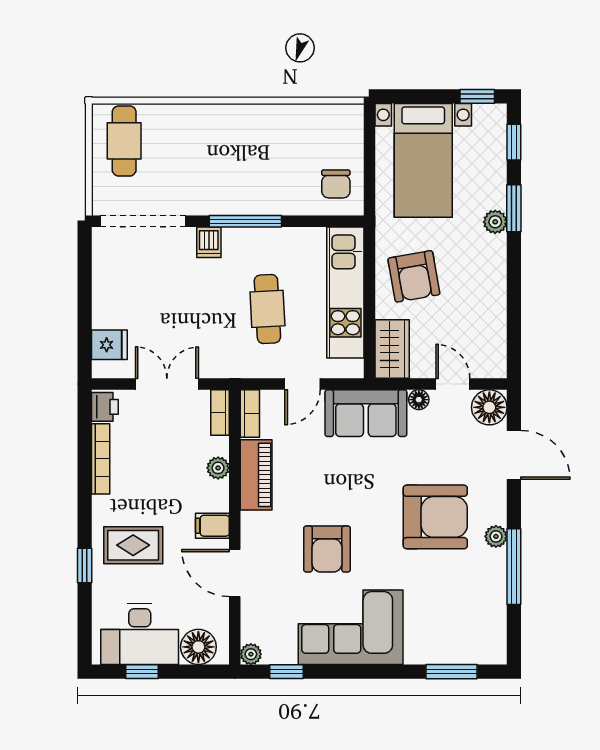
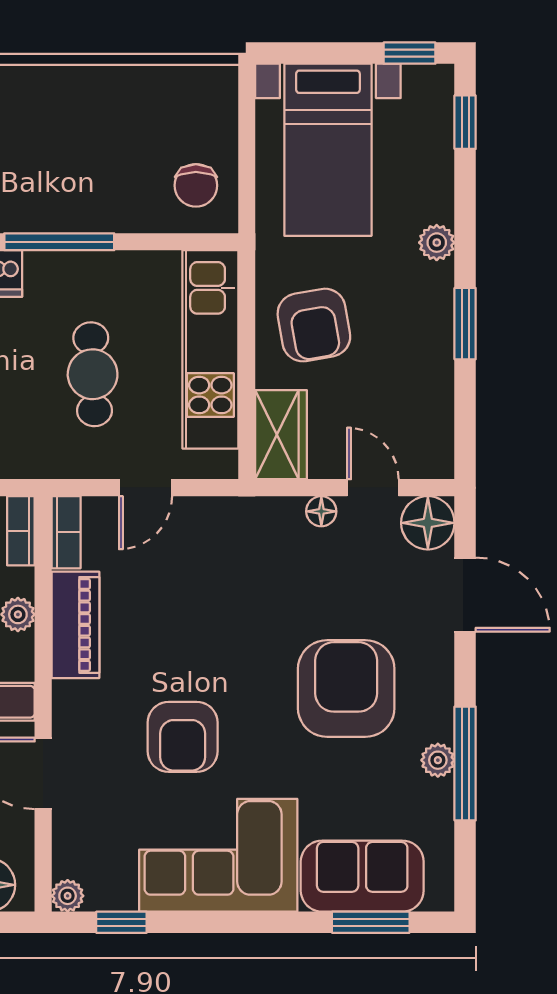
window: (514, 208) -> (465, 324), moved
sofa: (366, 413) -> (362, 876), moved, turned 180
armchair: (435, 517) -> (346, 689), turned -90
plant: (496, 536) -> (438, 760), moved

